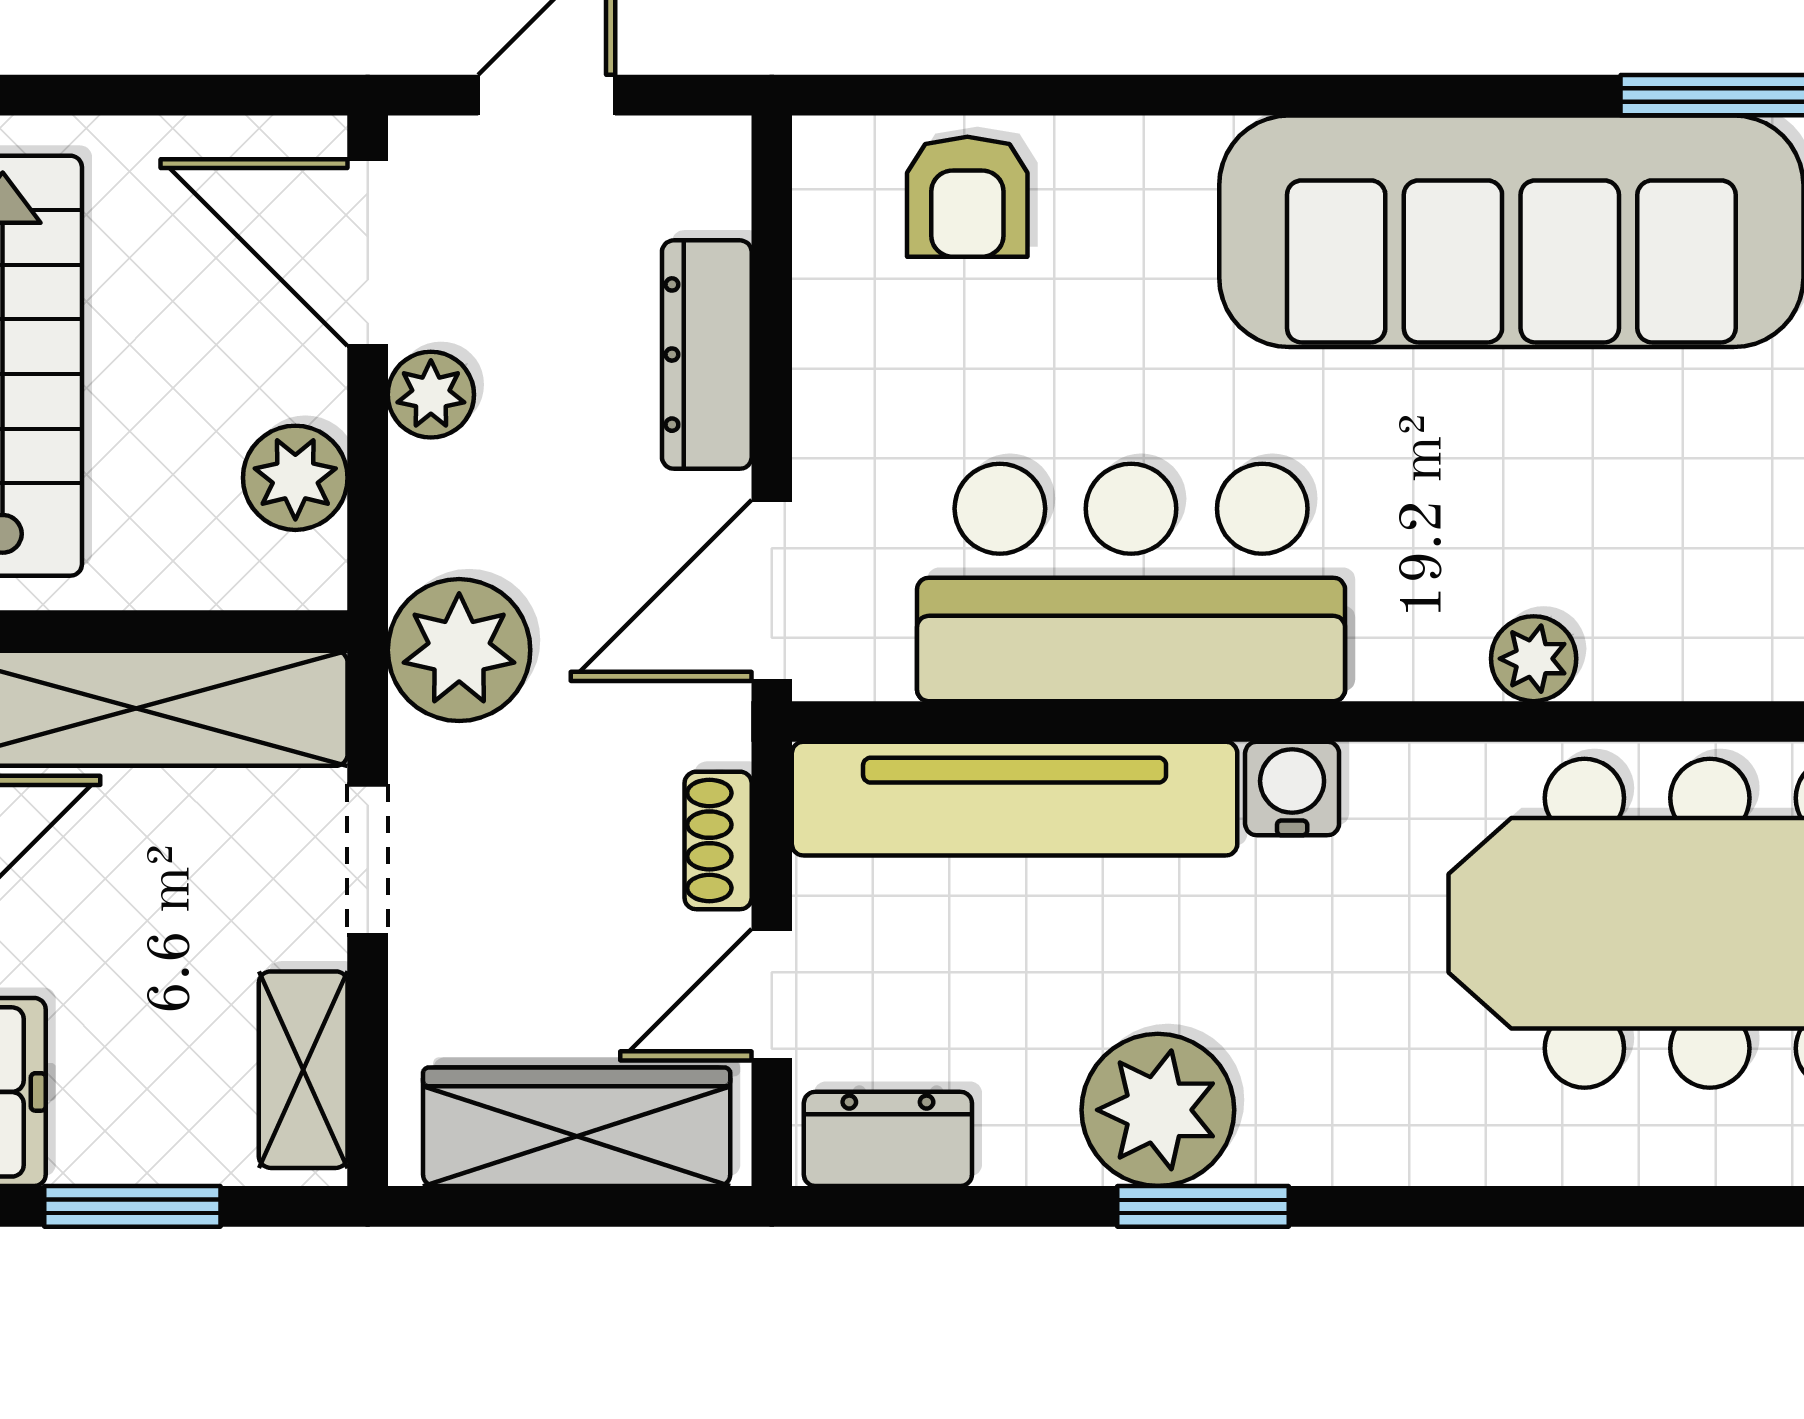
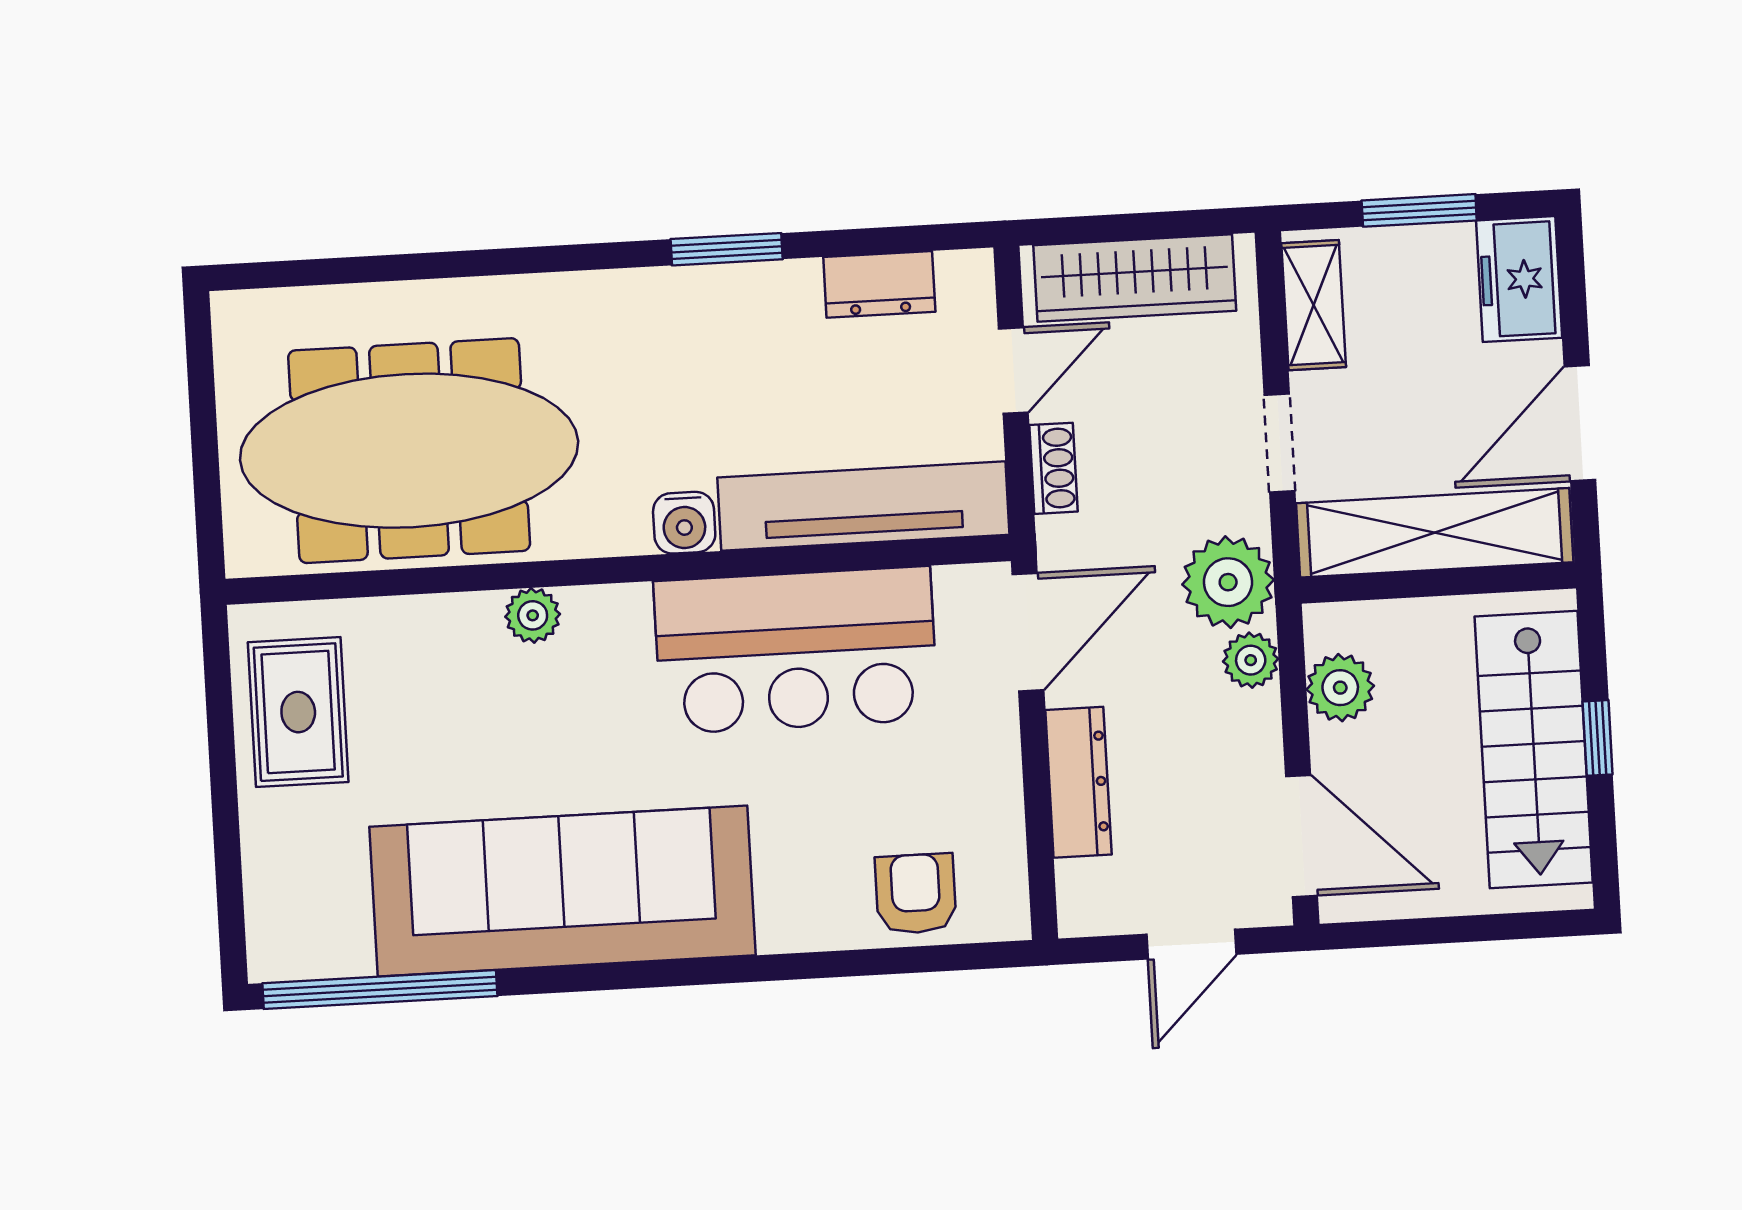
plant: (431, 395) -> (1251, 660), moved
plant: (1158, 1110) -> (759, 310), removed
dresser: (888, 1139) -> (879, 284), moved

